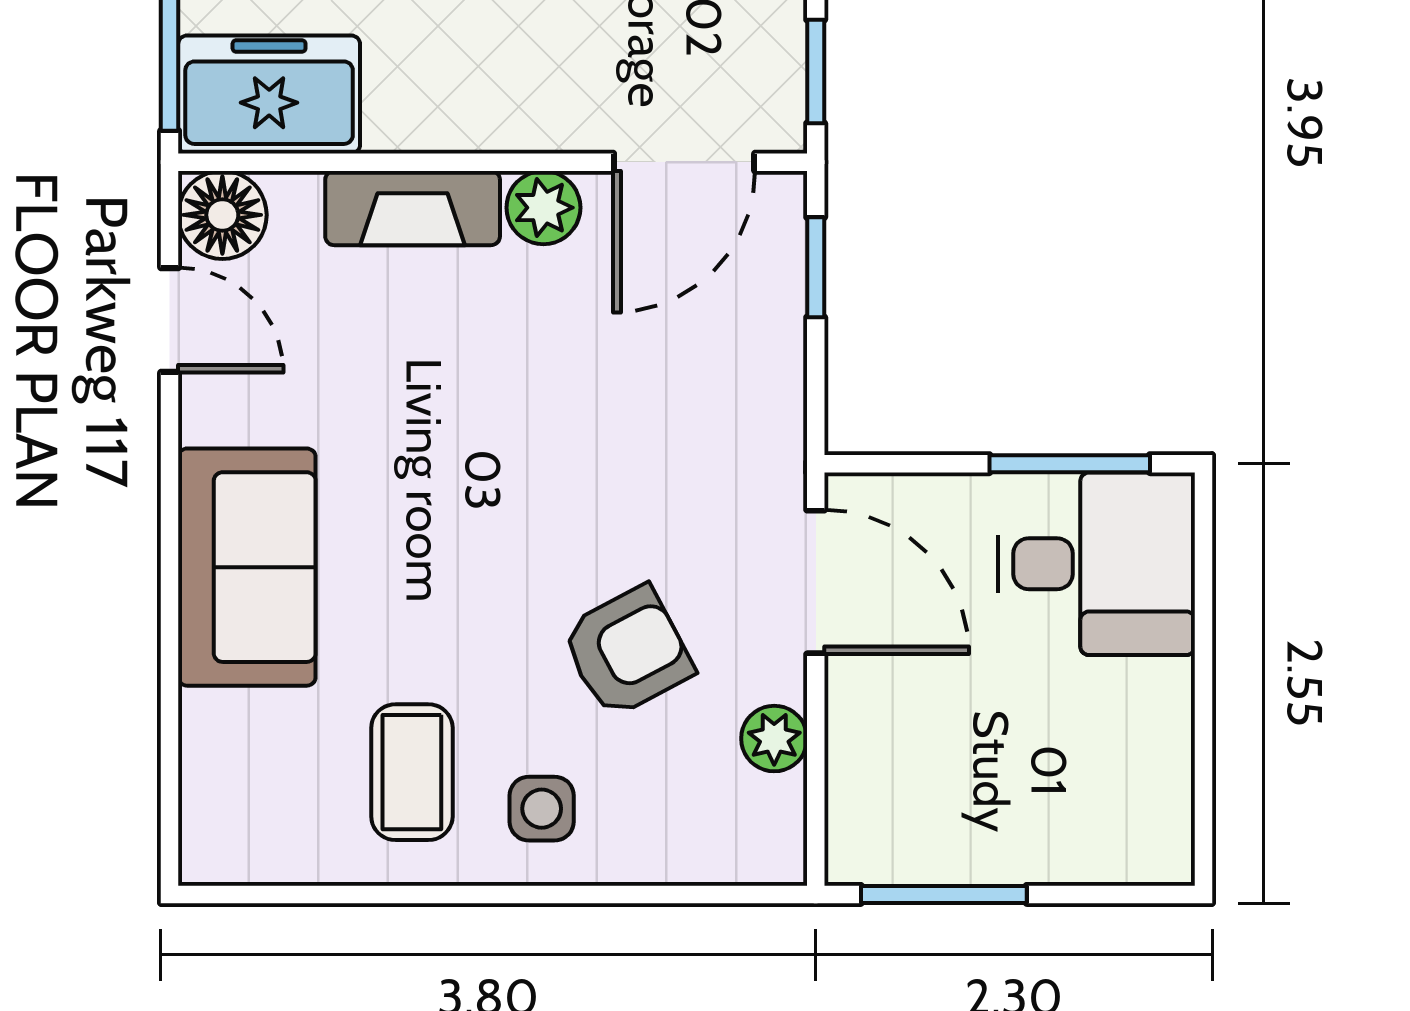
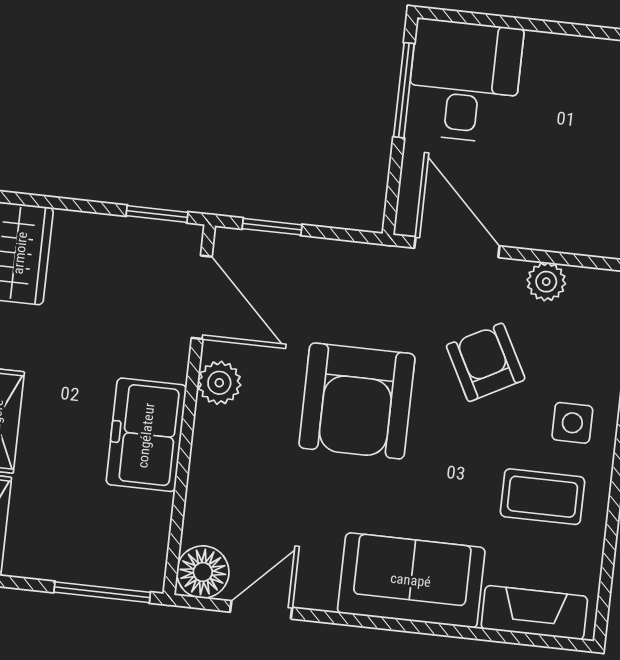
freezer: (269, 94) -> (146, 435), moved
fireplace: (413, 208) -> (534, 613), moved, turned -90
armchair: (539, 442) -> (357, 401), added
door: (816, 582) -> (457, 247), hinge flipped

